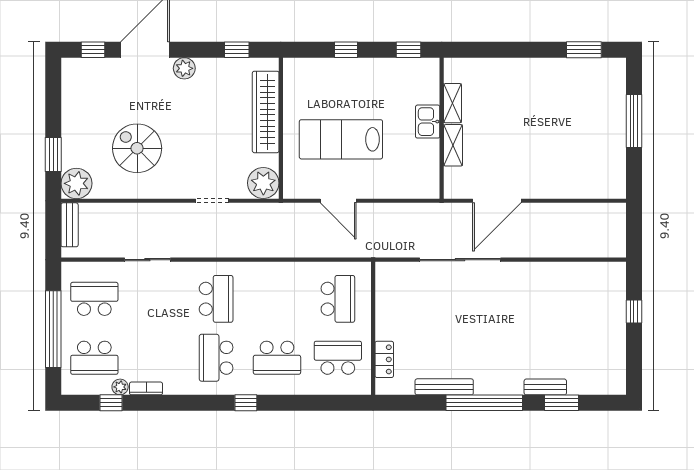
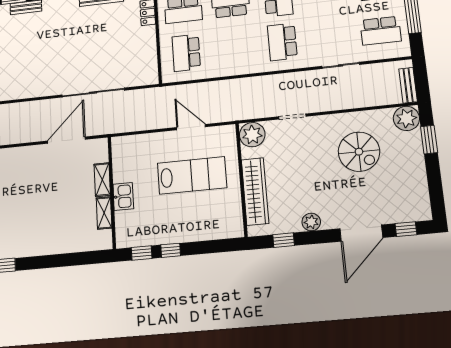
window: (346, 50) -> (171, 250), moved
plant: (184, 68) -> (311, 222), moved

